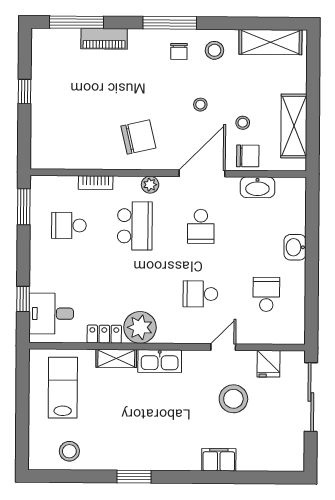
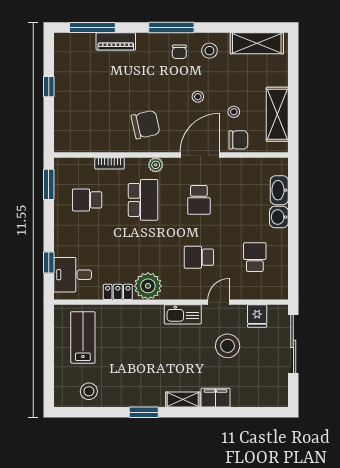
washbasin: (257, 187) -> (279, 190), moved, turned 90
shelving: (116, 358) -> (183, 400), moved
kitchen sink: (160, 361) -> (183, 314), moved

